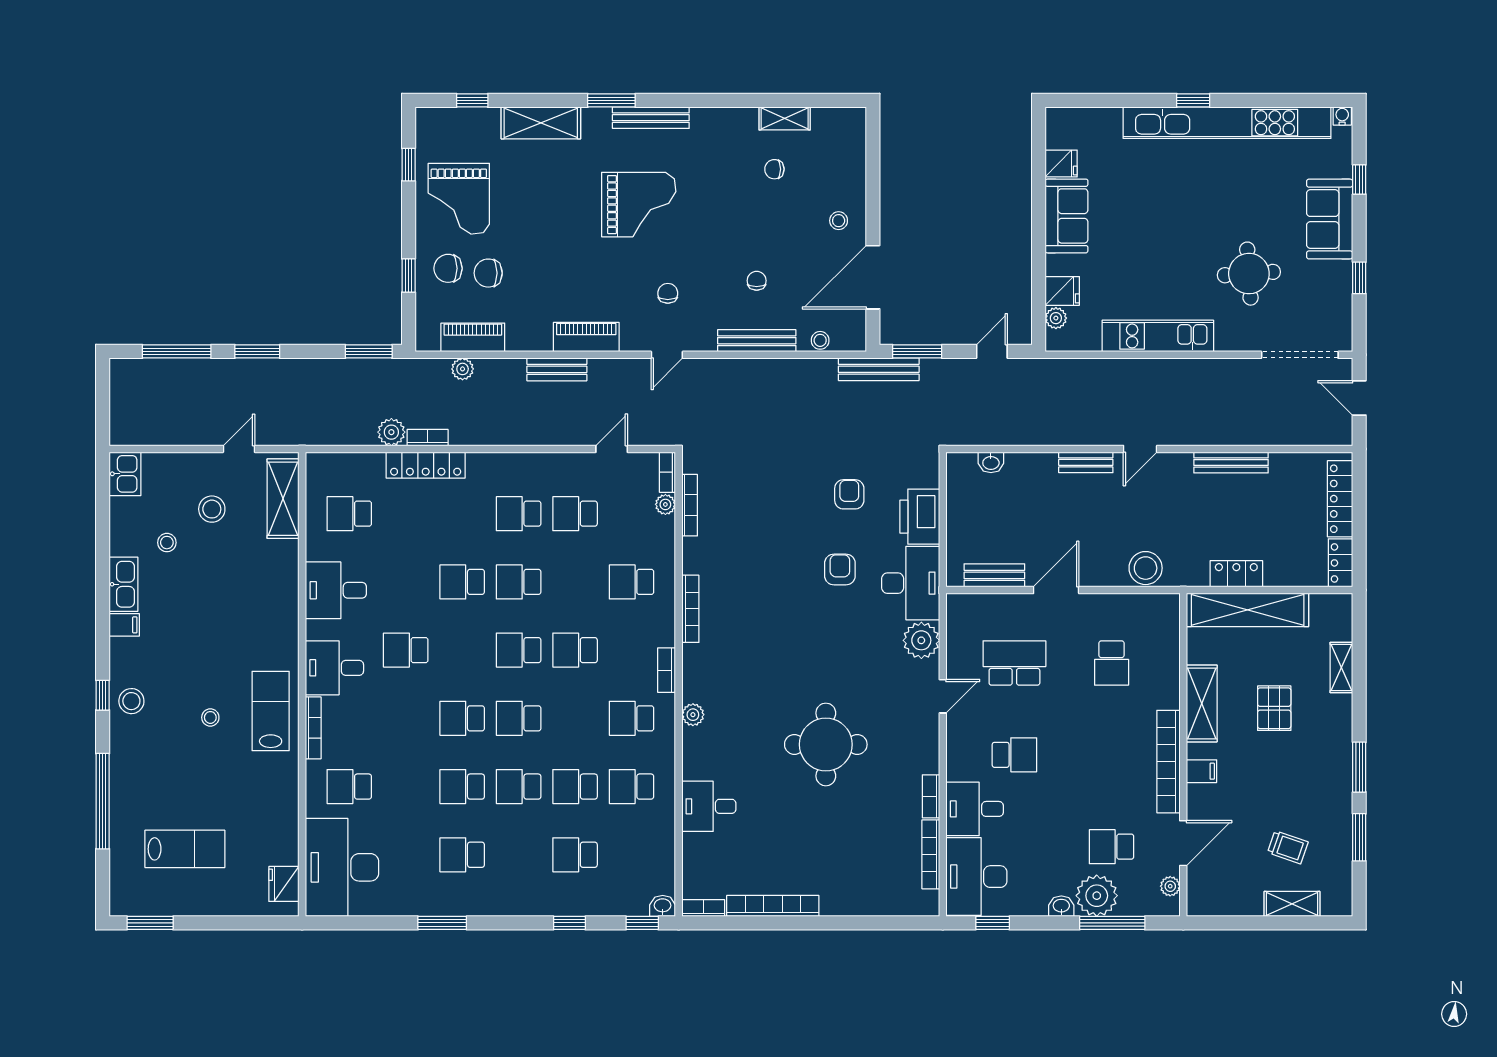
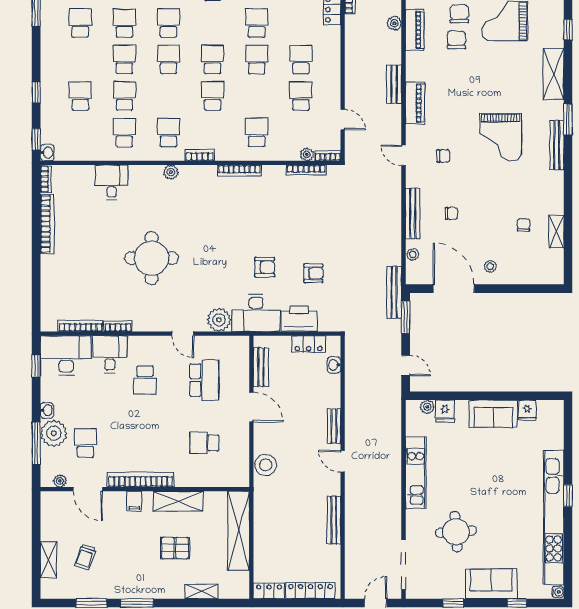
locker: (1236, 574) -> (309, 344), moved, turned 90

